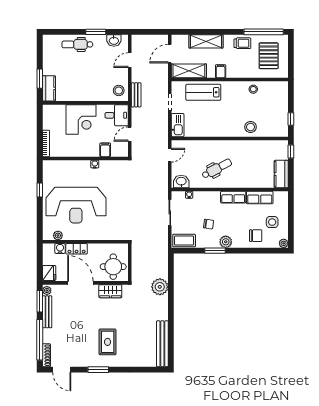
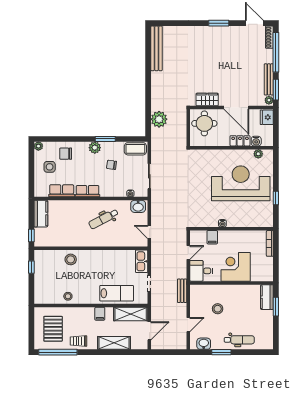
stool: (119, 90) -> (218, 309), moved
door: (170, 155) -> (149, 232), hinge flipped
plant: (160, 287) -> (159, 119), moved
rug: (108, 342) -> (210, 50), removed

